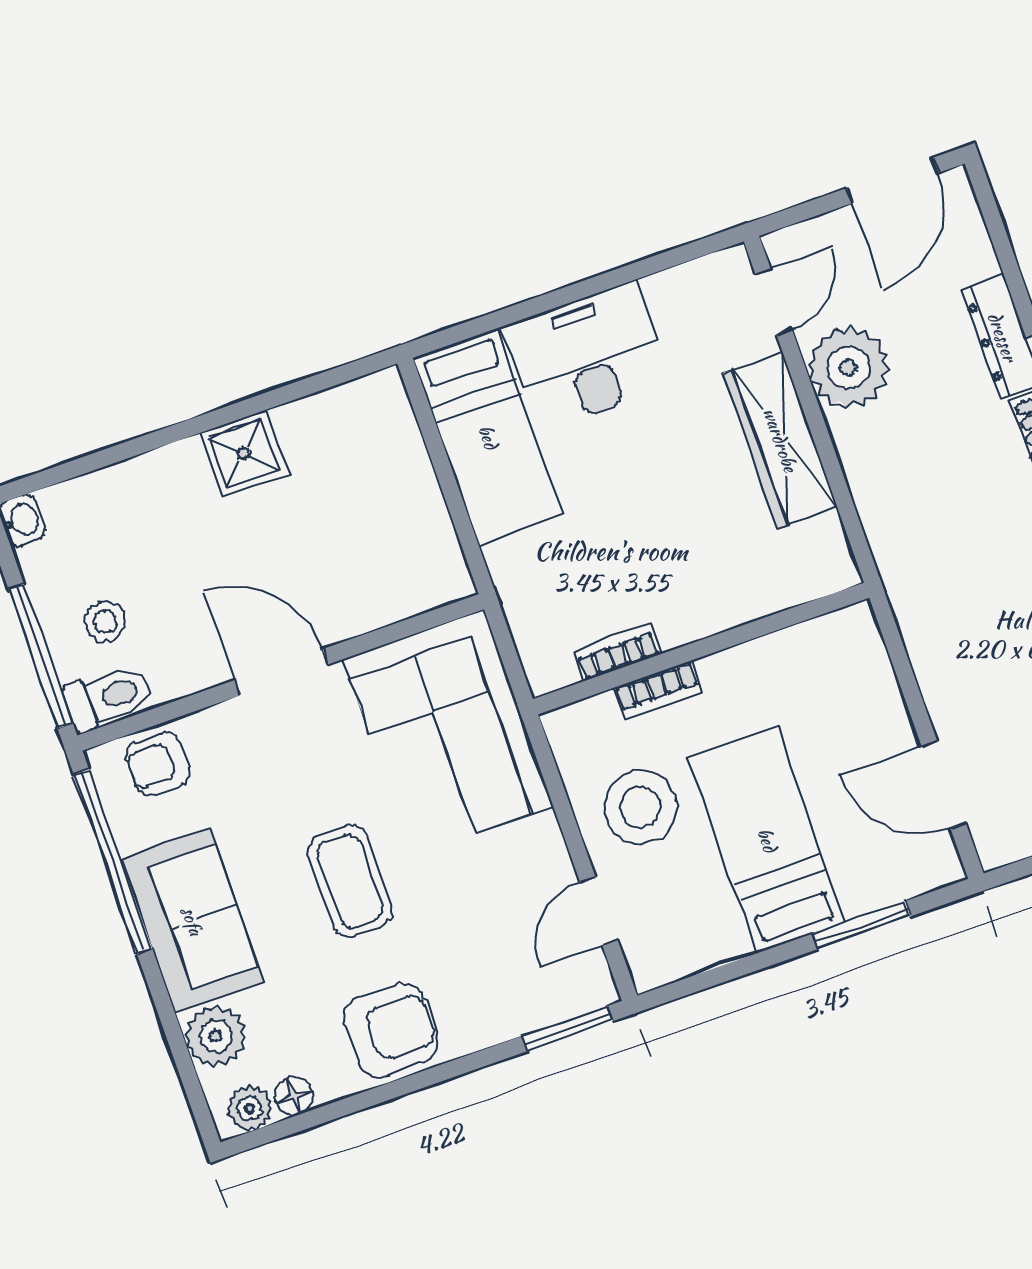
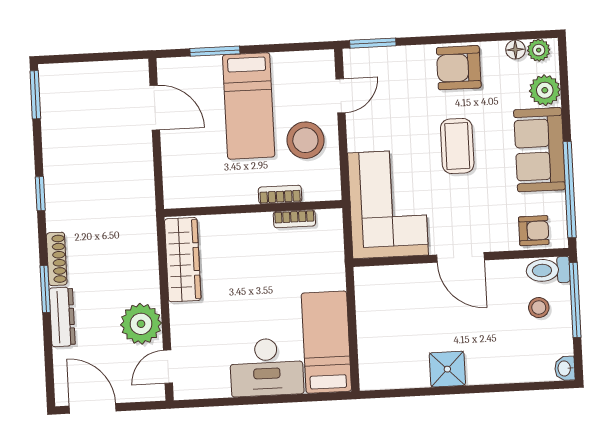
door: (893, 180) -> (93, 408), hinge flipped
wardrobe: (780, 440) -> (183, 260), moved

